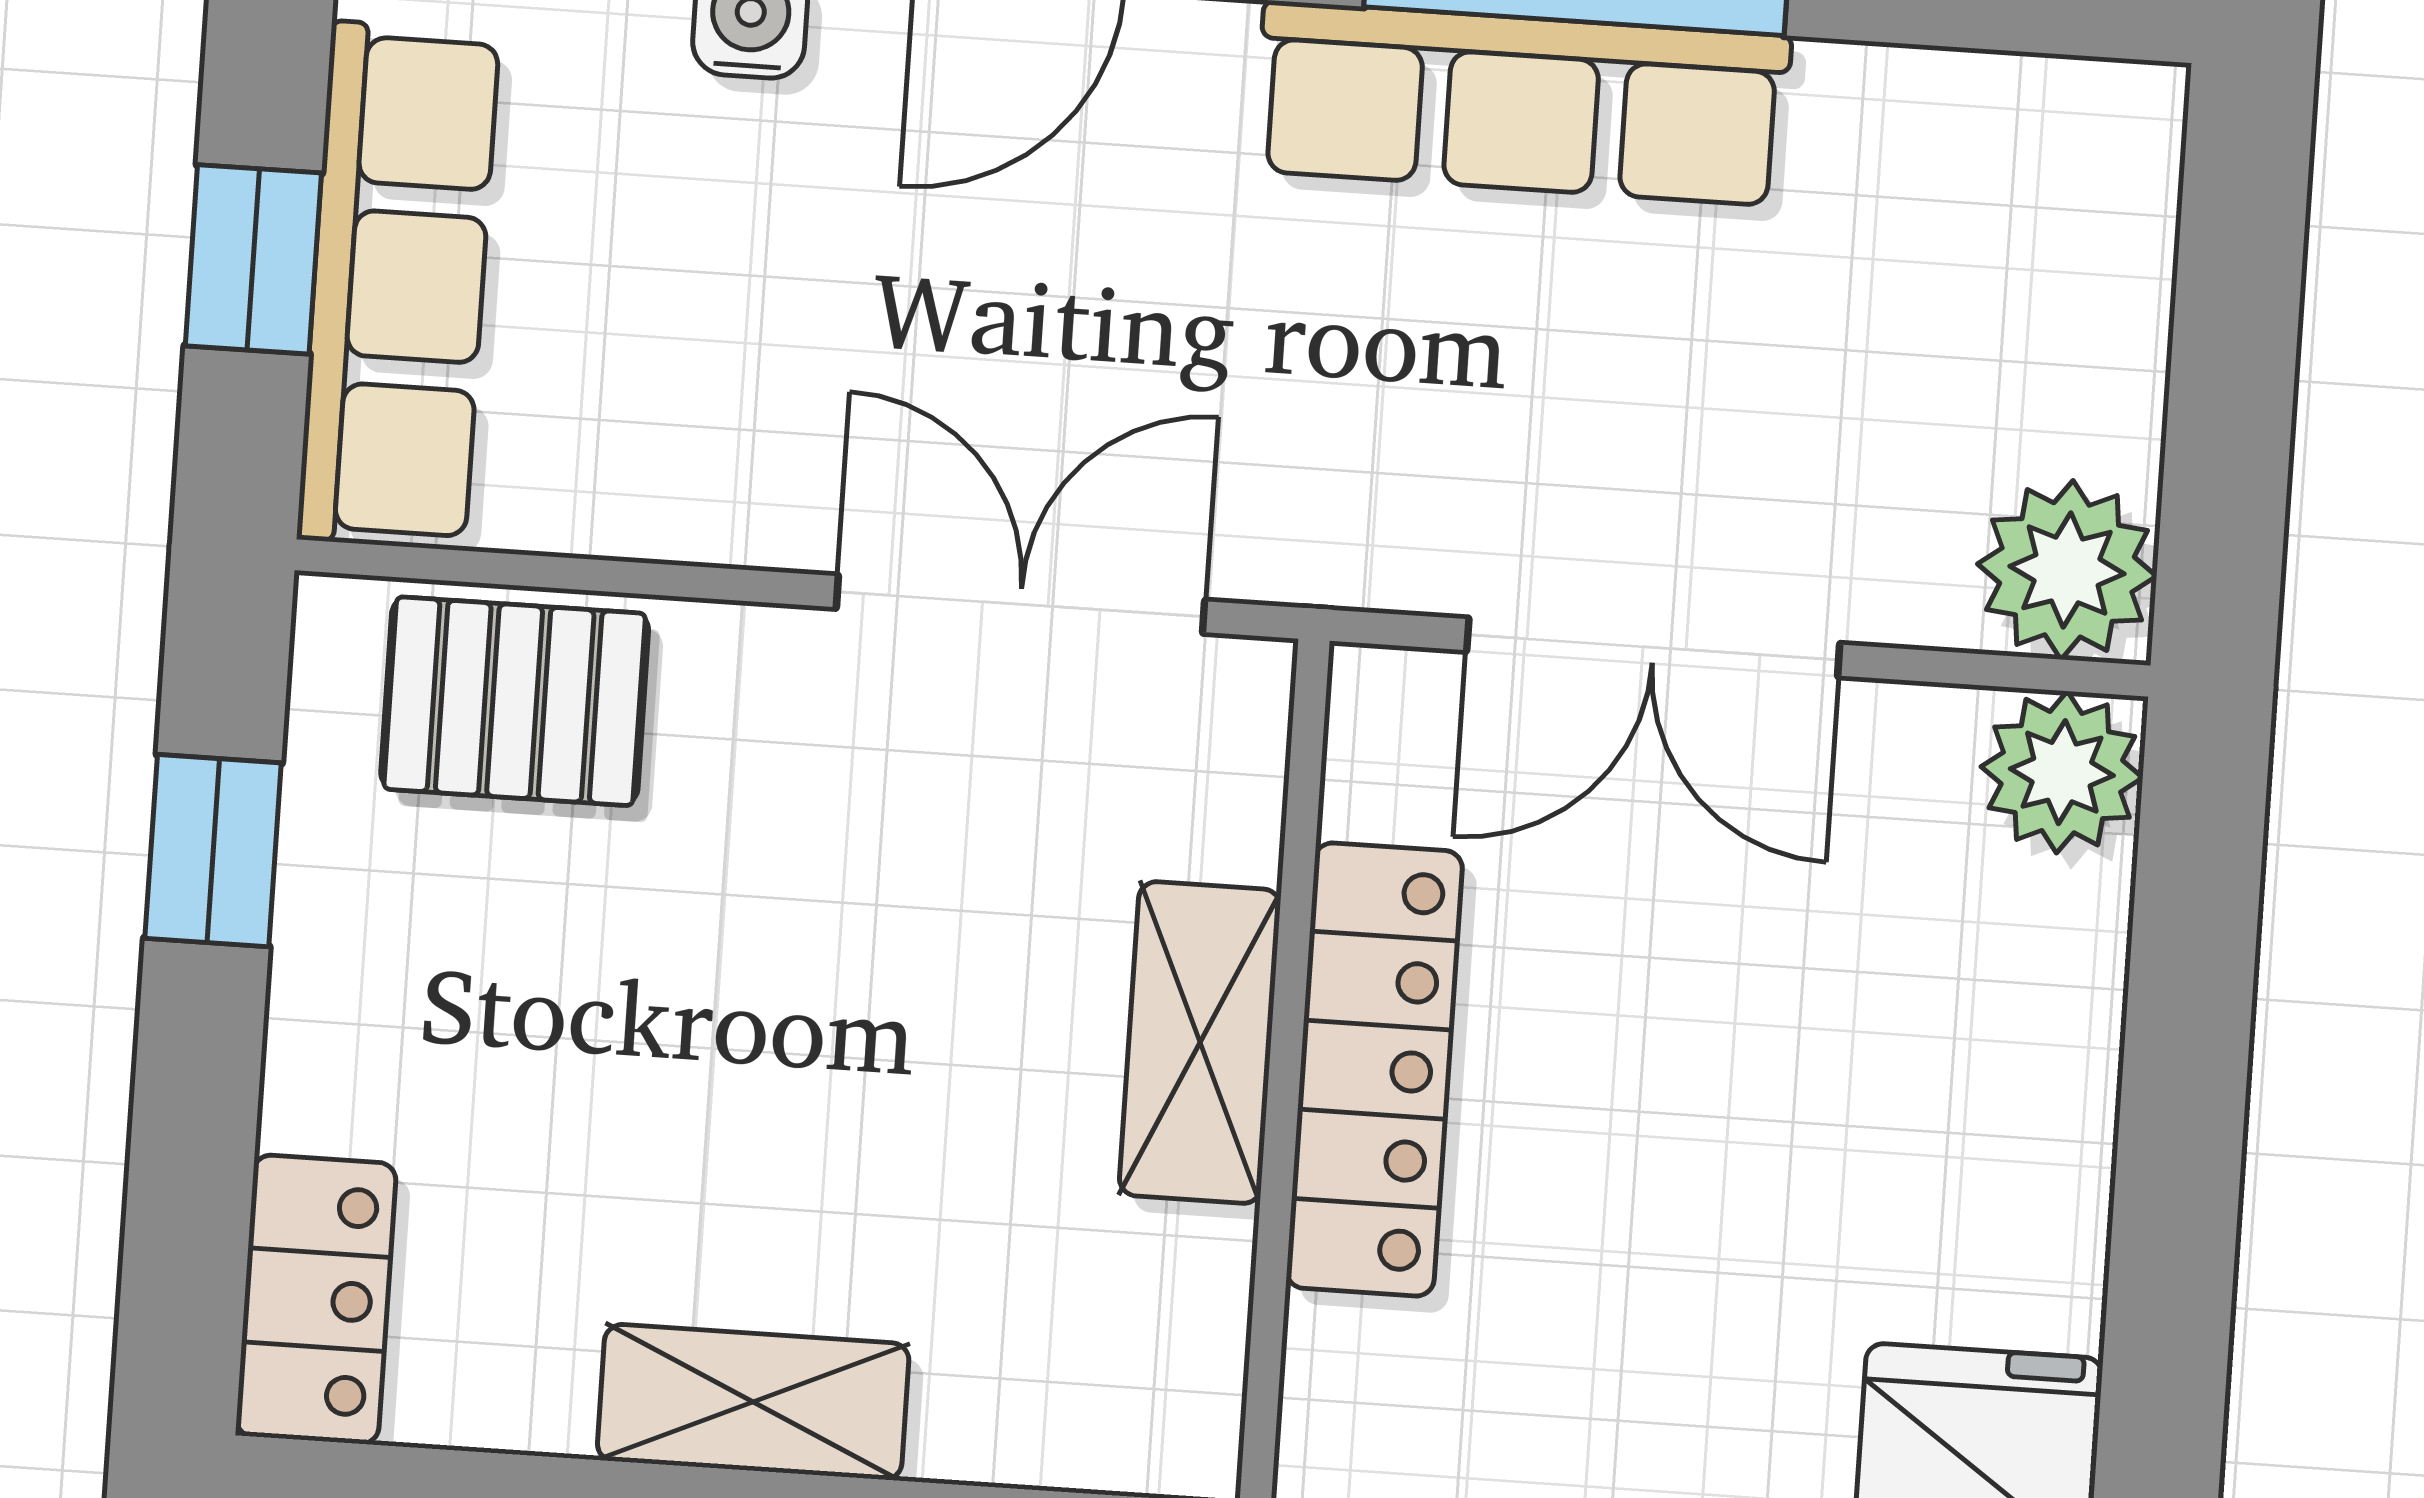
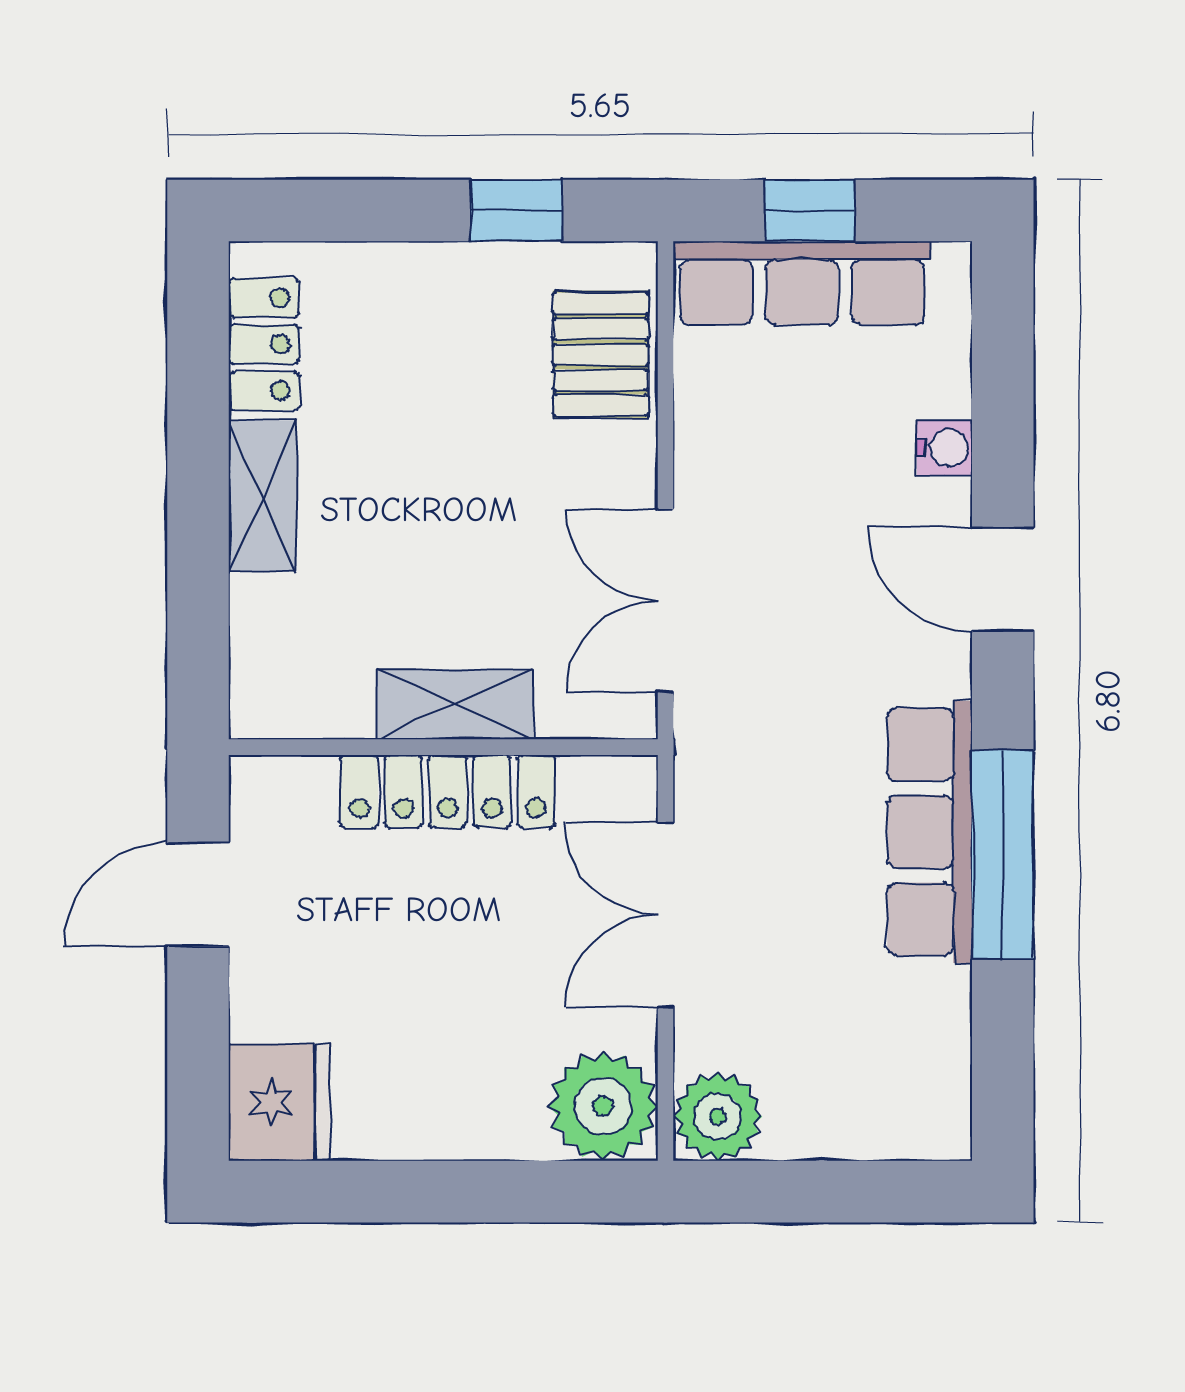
double door: (1020, 604) -> (666, 601), swing flipped
plant: (2062, 772) -> (603, 1106), width x1.36, depth x1.36
locker: (316, 1300) -> (264, 344), moved, turned -90

